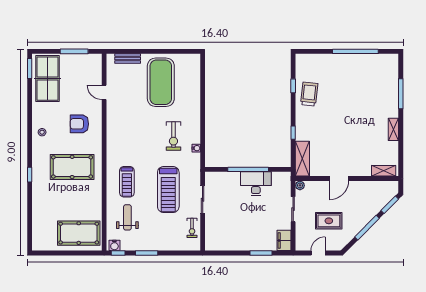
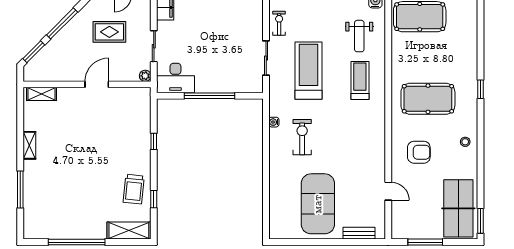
shelving: (302, 159) -> (129, 231), moved, turned 90
desk: (256, 184) -> (175, 78), moved

